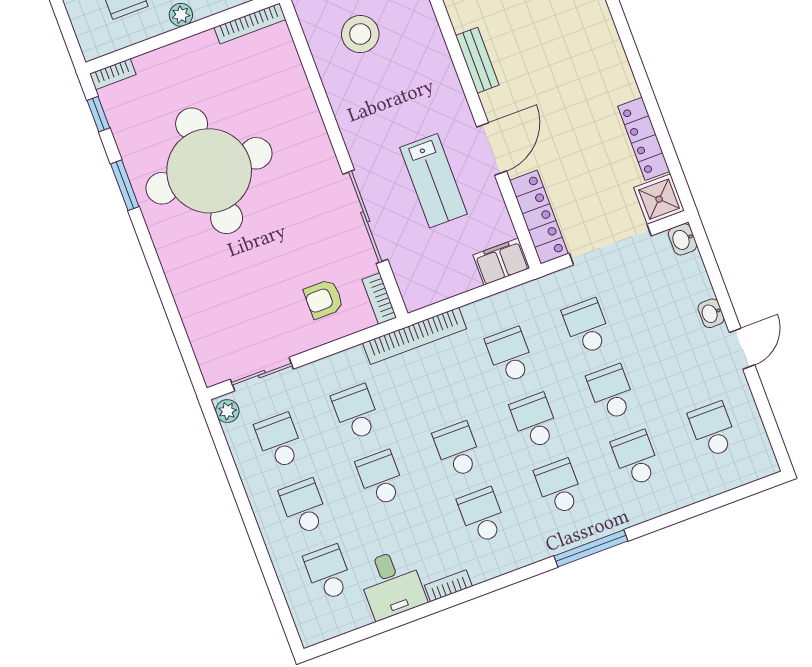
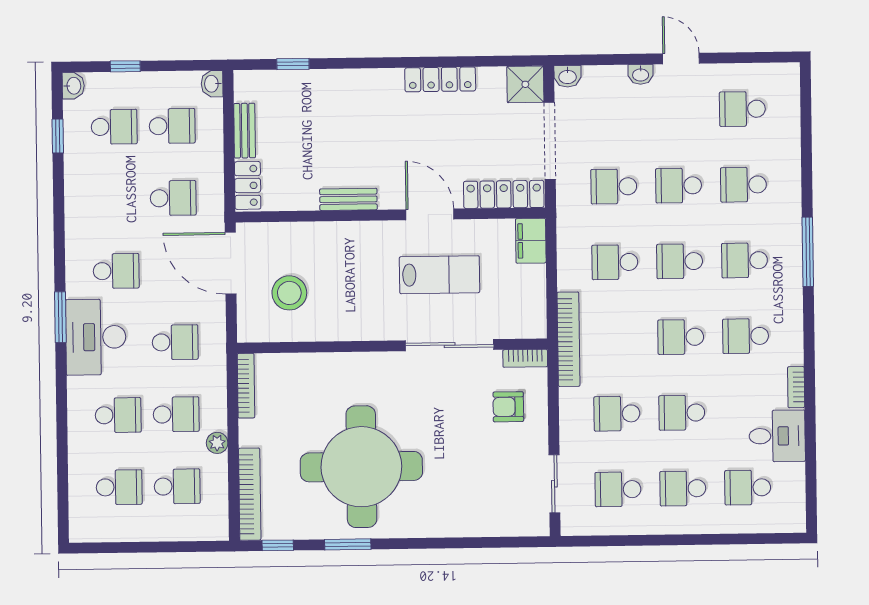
bookcase: (113, 74) -> (250, 494), width x2.31, depth x1.31
locker: (644, 139) -> (440, 79), moved
armchair: (324, 299) -> (508, 407), turned 90
plant: (227, 411) -> (576, 525), removed

